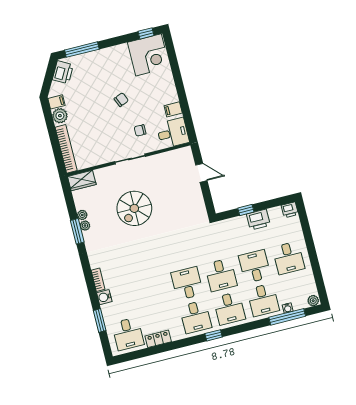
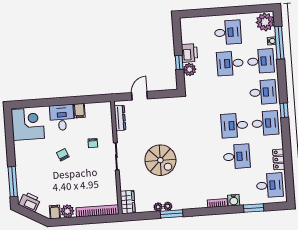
window: (146, 33) -> (9, 123), removed
desk: (173, 133) -> (62, 118), moved
dresser: (173, 156) -> (120, 118), added
printer: (290, 210) -> (186, 24), removed
plant: (240, 223) -> (190, 69), added
desk: (221, 275) -> (237, 156), moved
plant: (313, 301) -> (265, 22), width x1.87, depth x1.87

